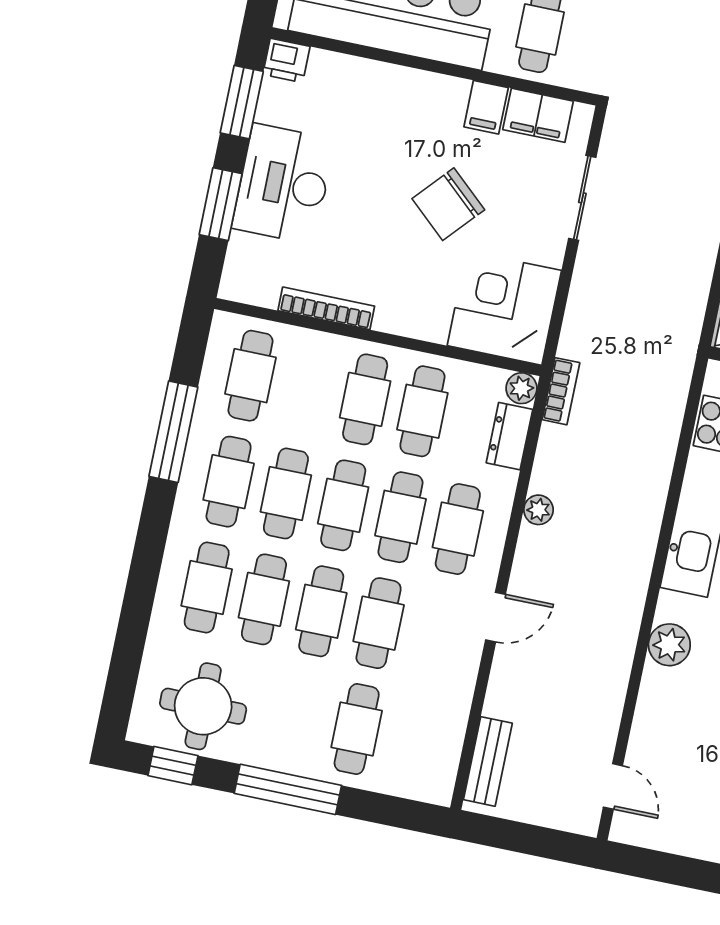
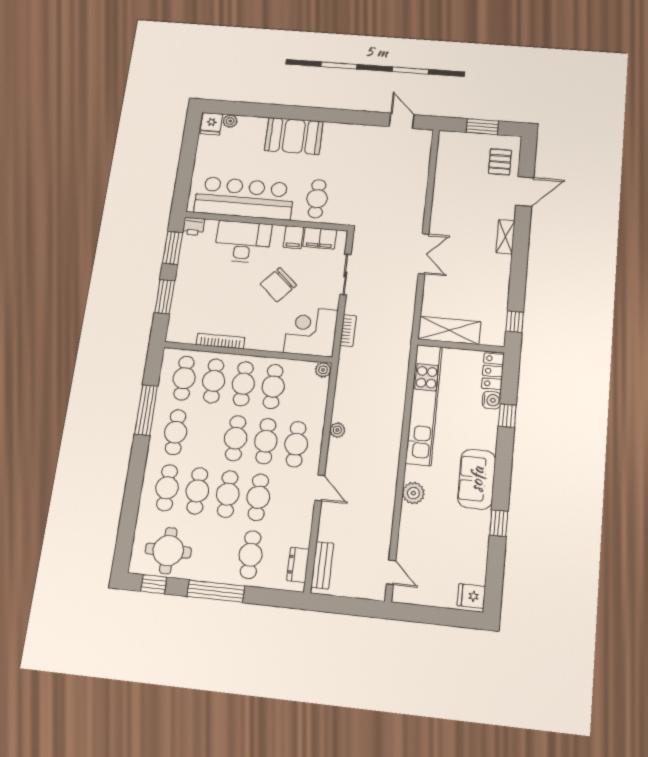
desk: (283, 184) -> (243, 242), moved, turned 90
bookcase: (561, 391) -> (348, 331), moved
dresser: (509, 436) -> (298, 565), moved
cafe table: (286, 493) -> (214, 381), moved
door: (495, 617) -> (320, 488), hinge flipped

